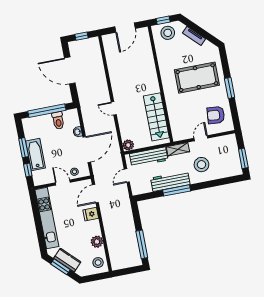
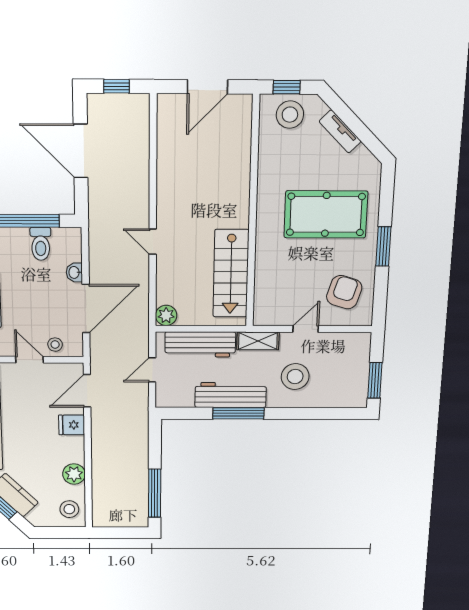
armchair: (216, 115) -> (344, 292), turned 102

